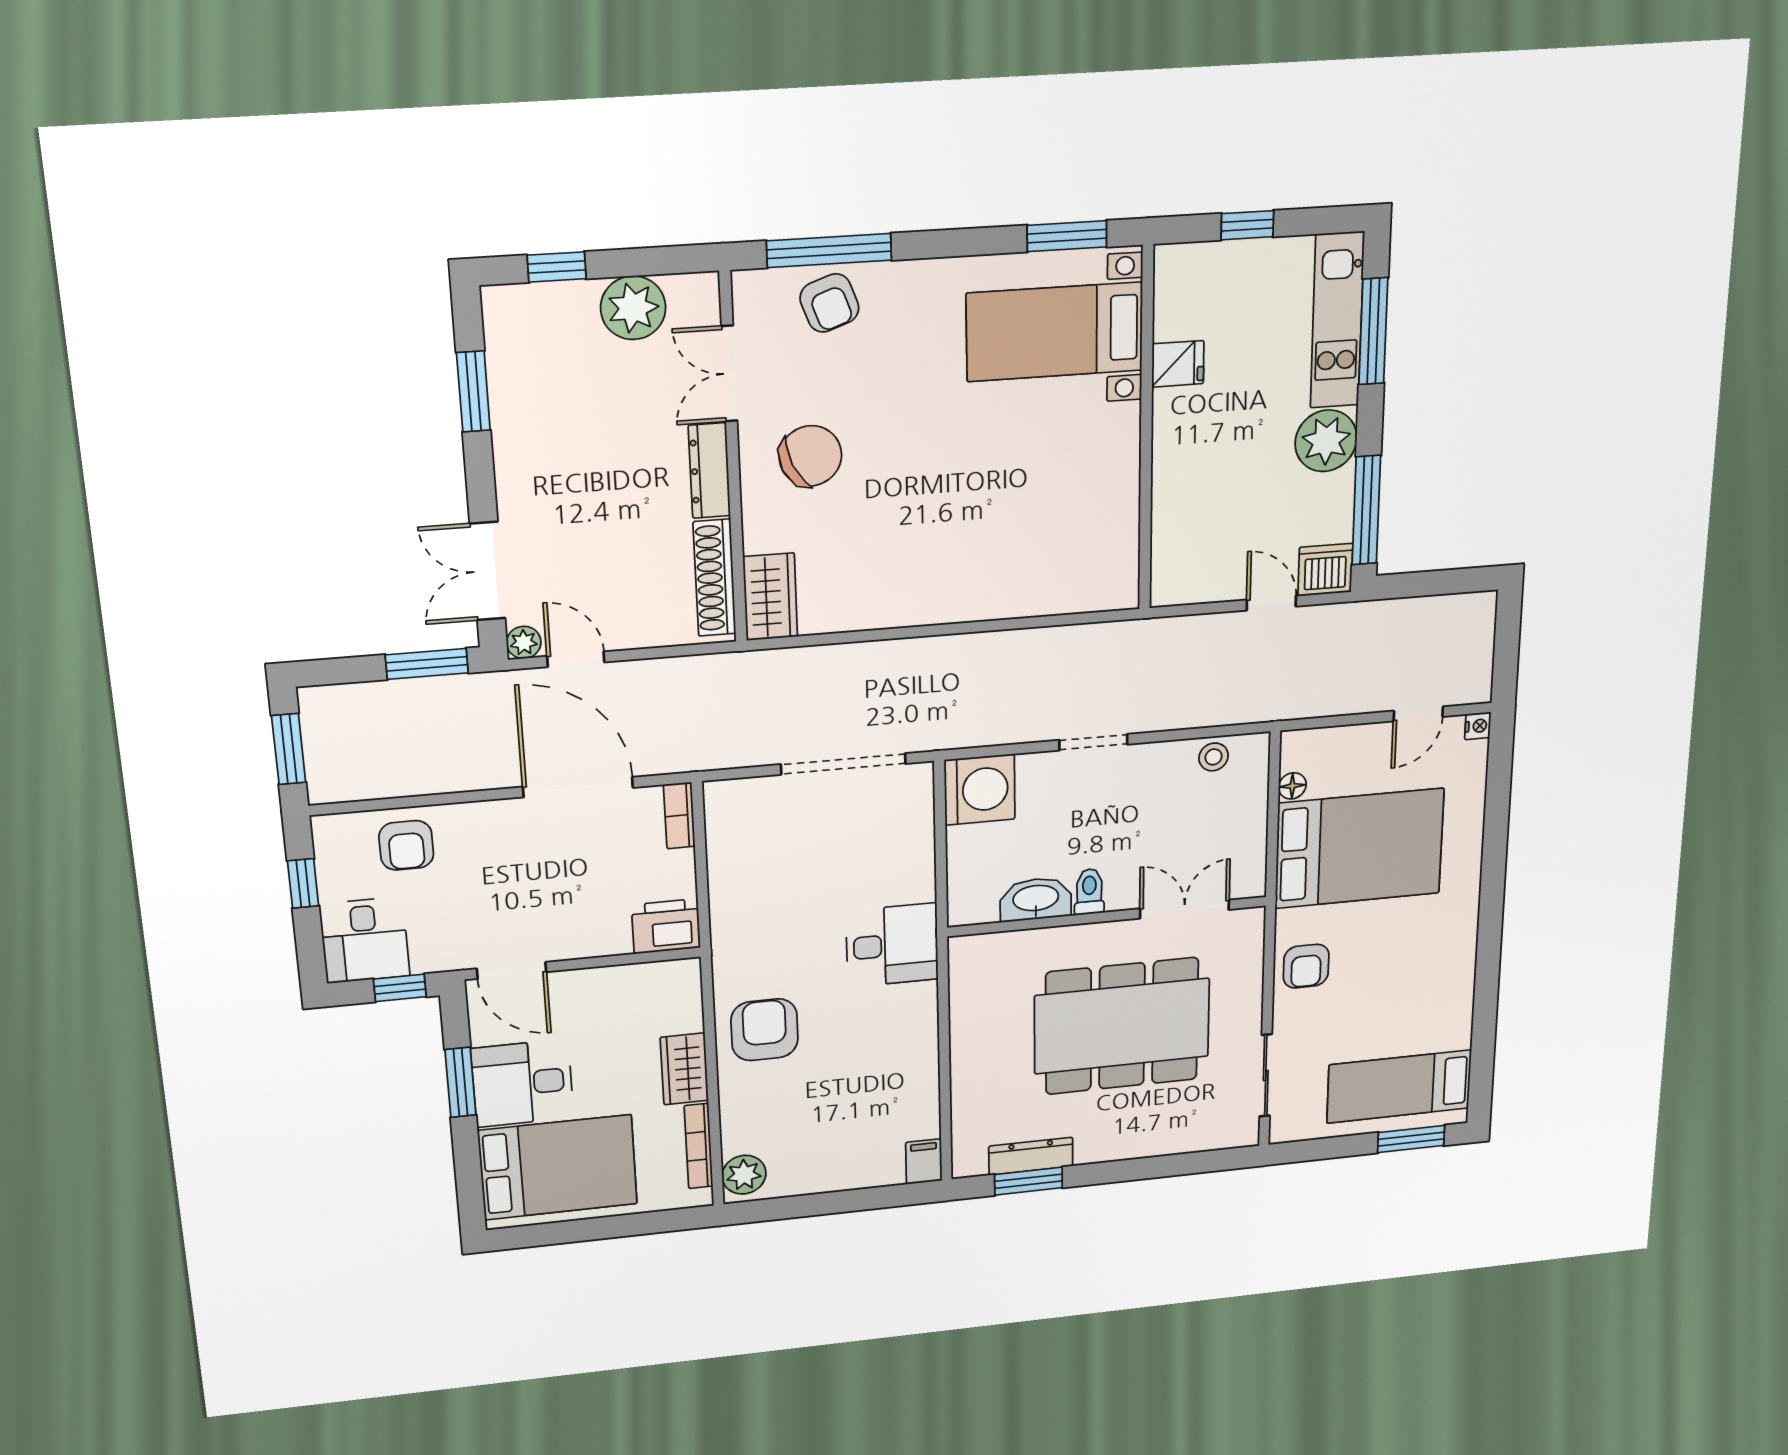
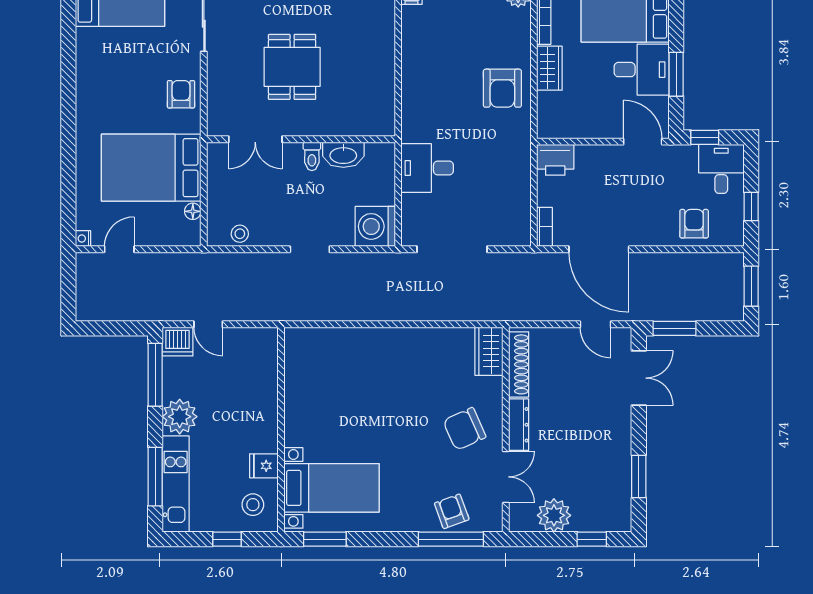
stool: (1199, 292) -> (253, 505), added
plant: (524, 642) -> (623, 336), removed
desk: (892, 945) -> (427, 168), moved
dining table: (1122, 1026) -> (292, 67), width x0.53, depth x0.80

